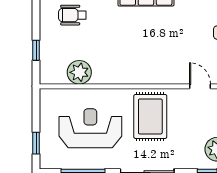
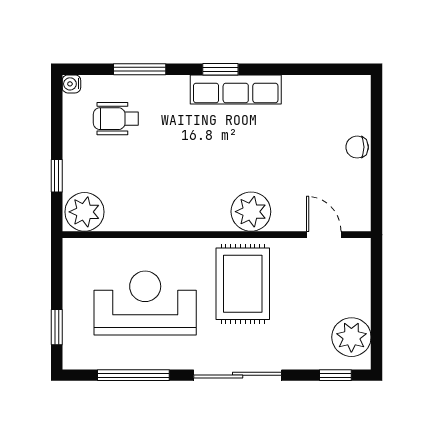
plant: (79, 72) -> (85, 212), moved
plant: (155, 72) -> (251, 212), added

